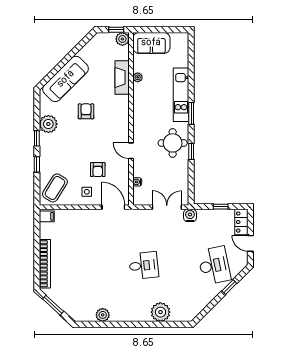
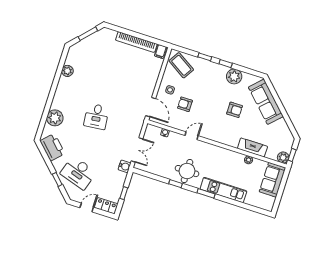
door: (113, 207) -> (151, 107), hinge flipped
bookcase: (45, 264) -> (136, 42), moved
desk: (214, 265) -> (78, 173), turned 30
printer: (195, 304) -> (52, 147), added

